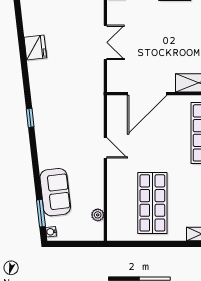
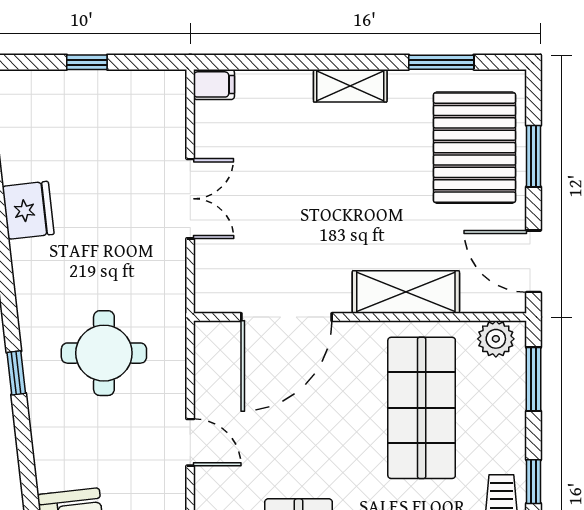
round table: (68, 109) -> (104, 353), added

